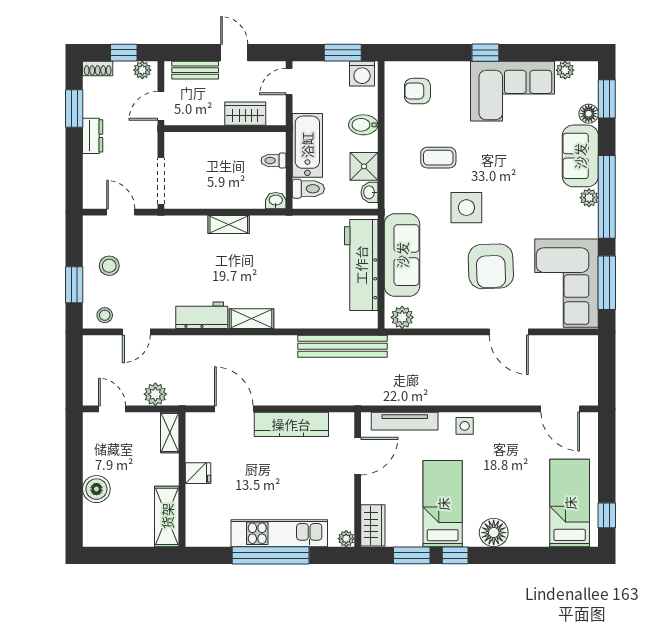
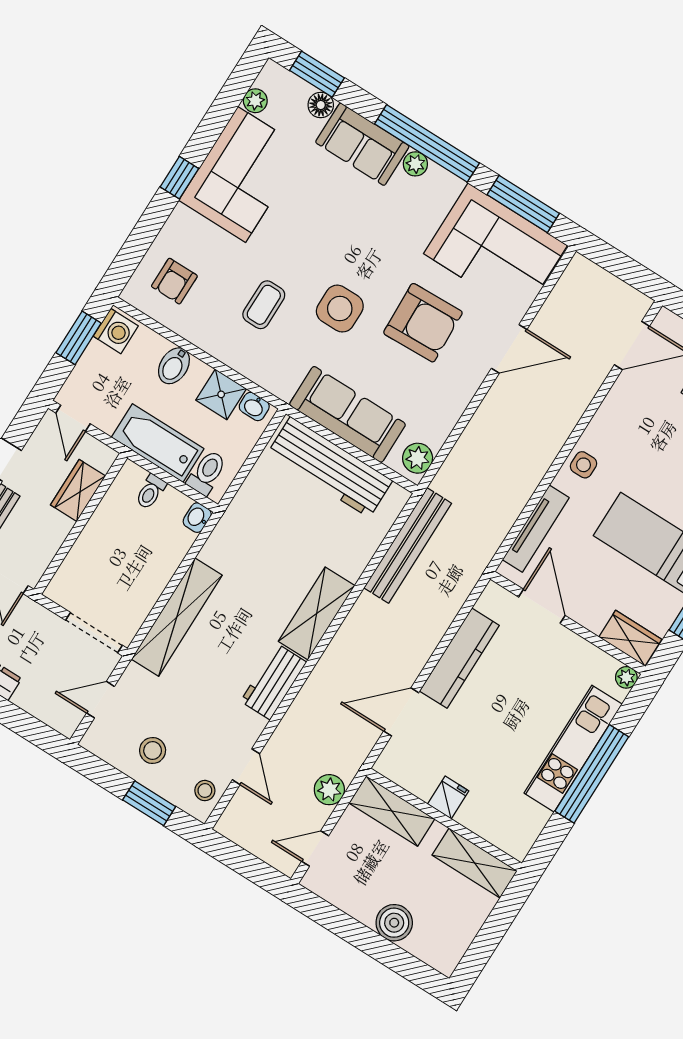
shelving: (229, 224) -> (177, 617), width x2.20, depth x1.33
shelving: (251, 319) -> (317, 613), width x1.50, depth x1.33
shelving: (170, 432) -> (392, 811), width x1.50, depth x1.33

